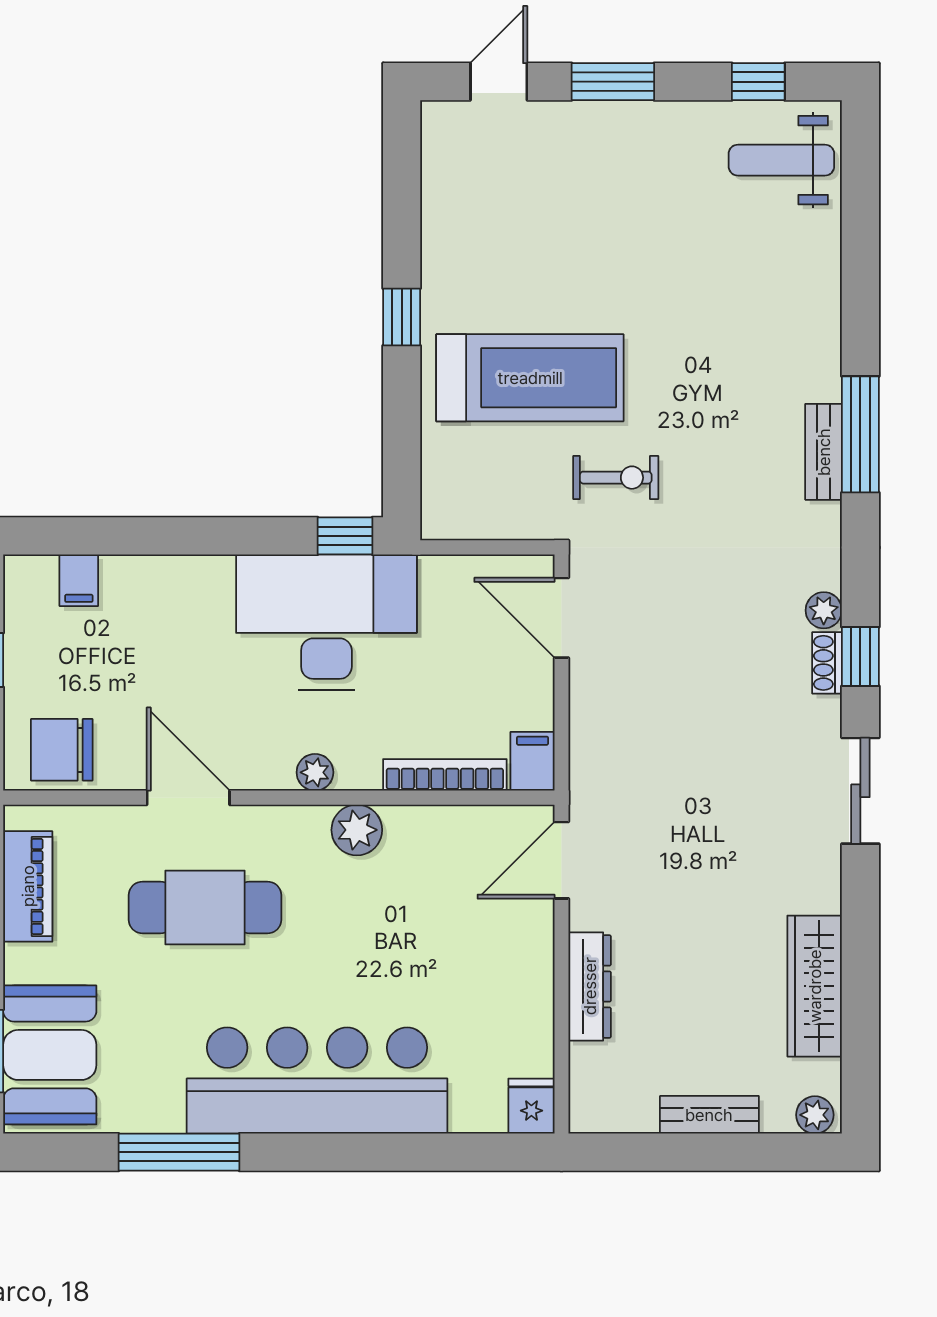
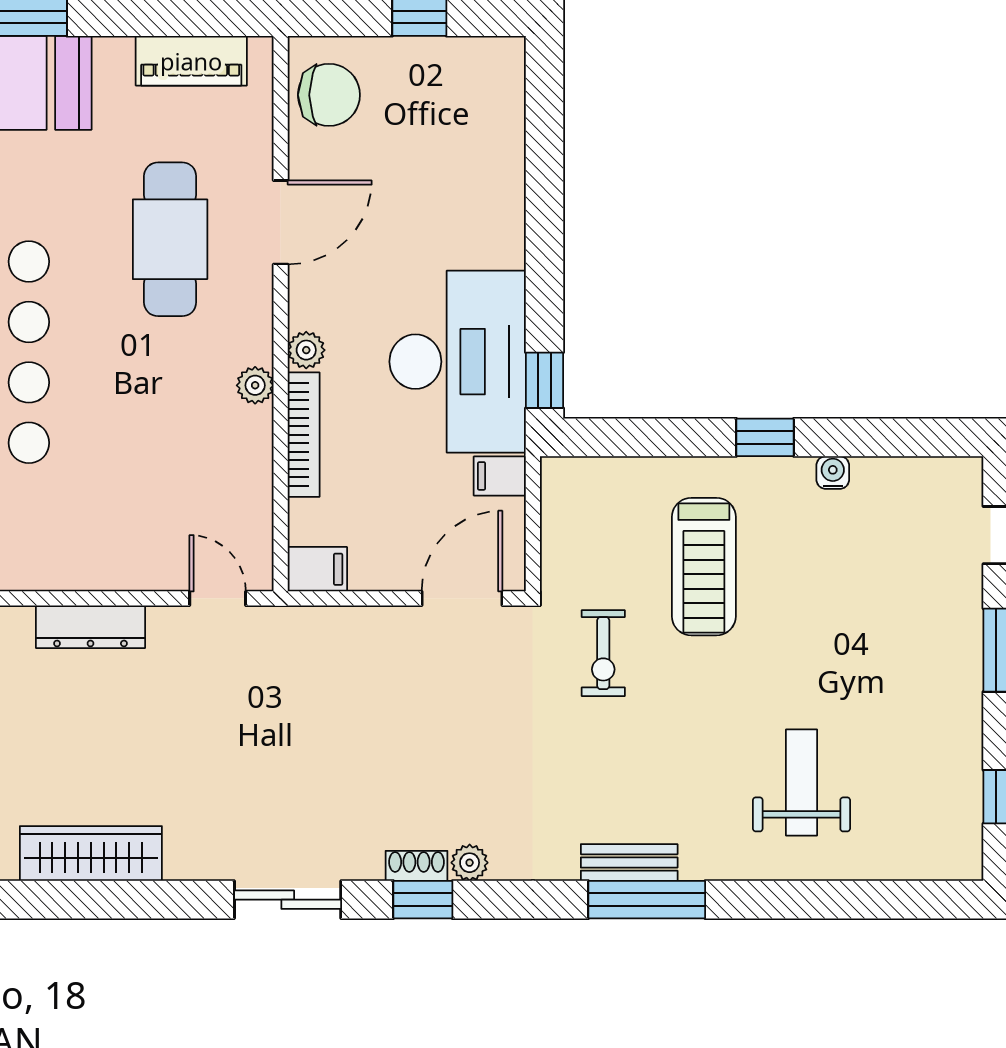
weight bench: (781, 160) -> (801, 782), moved
water cooler: (436, 250) -> (833, 472), added
treadmill: (530, 378) -> (704, 567), width x0.73, depth x0.73
filing cabinet: (79, 580) -> (500, 476), moved
chair: (62, 750) -> (329, 95), turned 90
bookcase: (445, 775) -> (304, 435), moved
plant: (357, 830) -> (255, 385), width x0.73, depth x0.73
door: (562, 860) -> (218, 598), width x0.73

